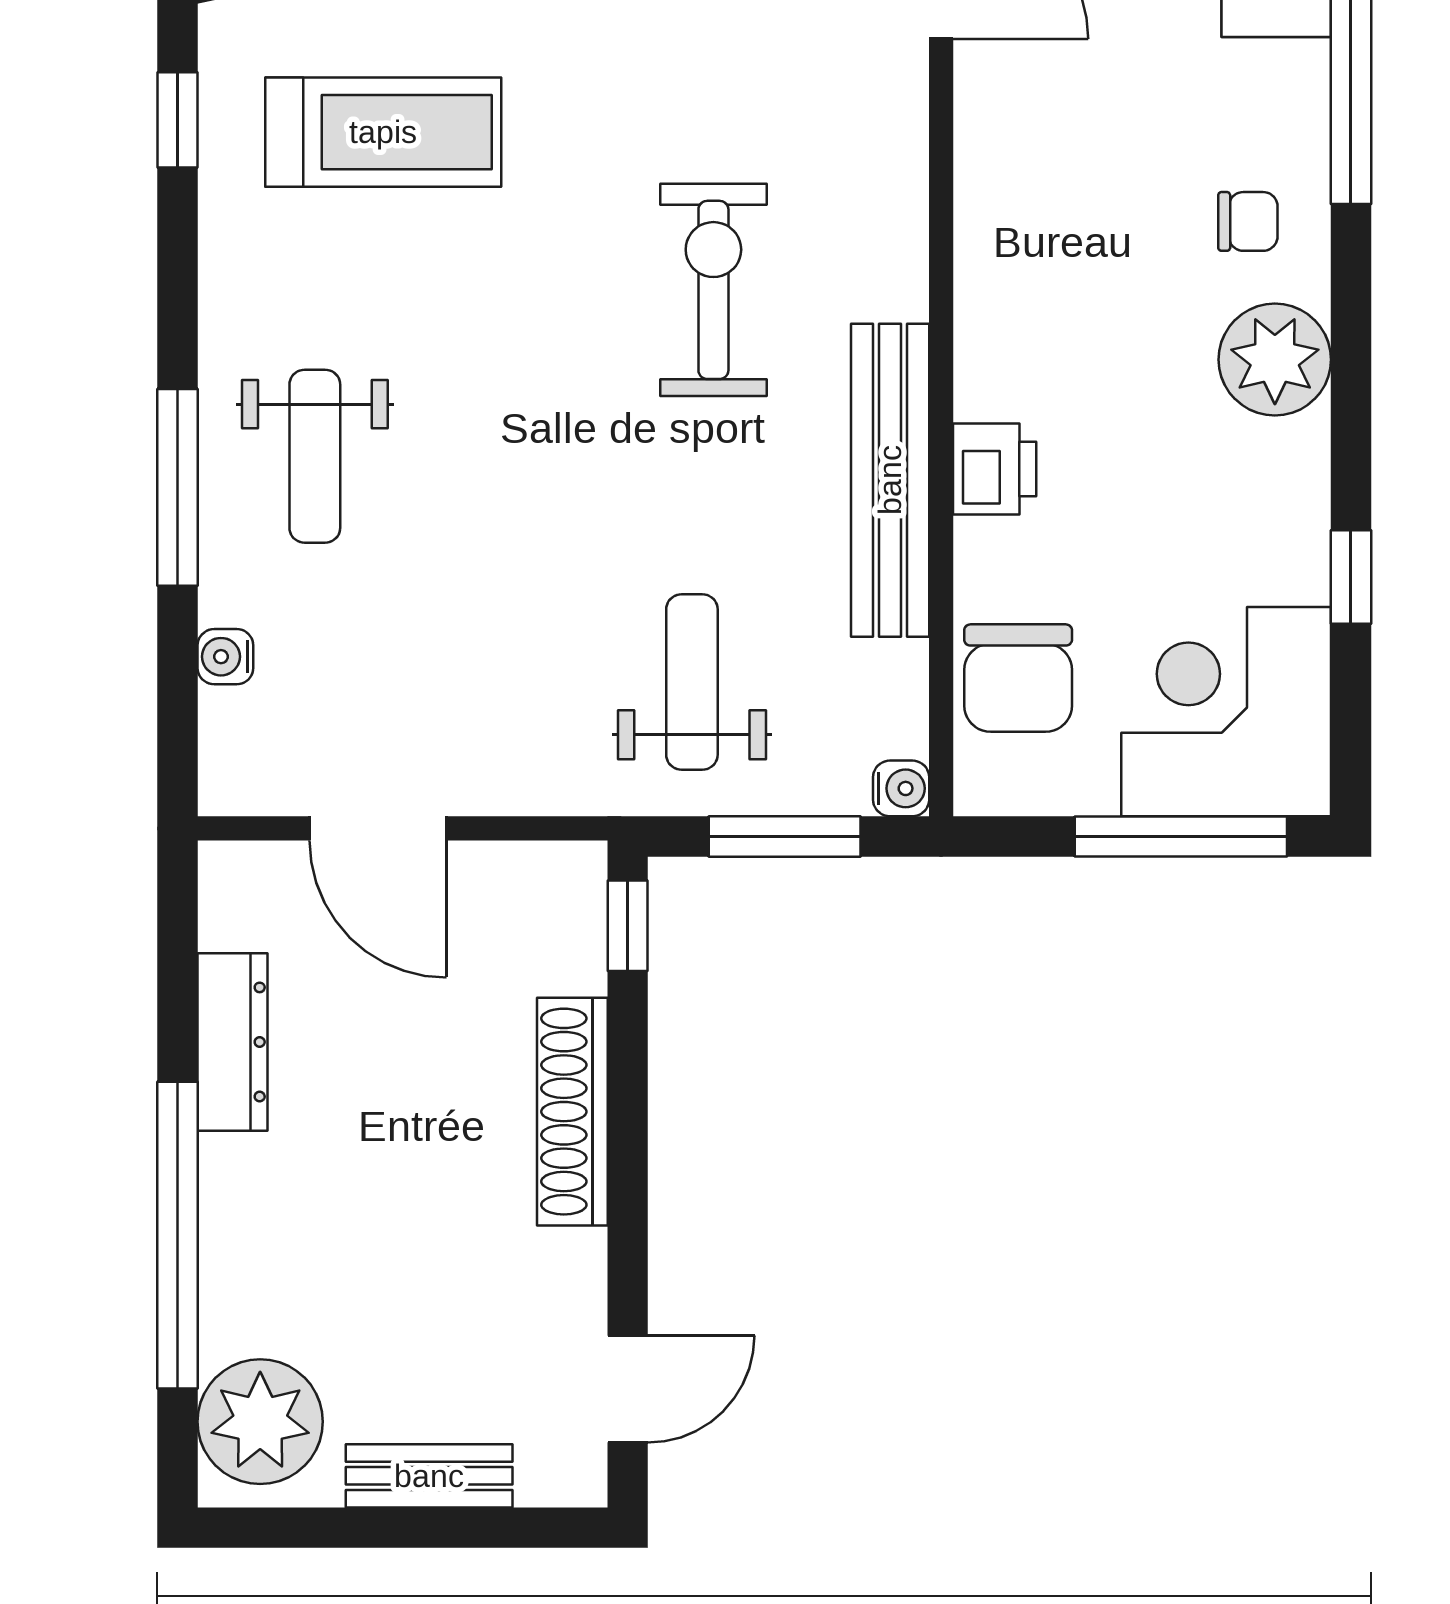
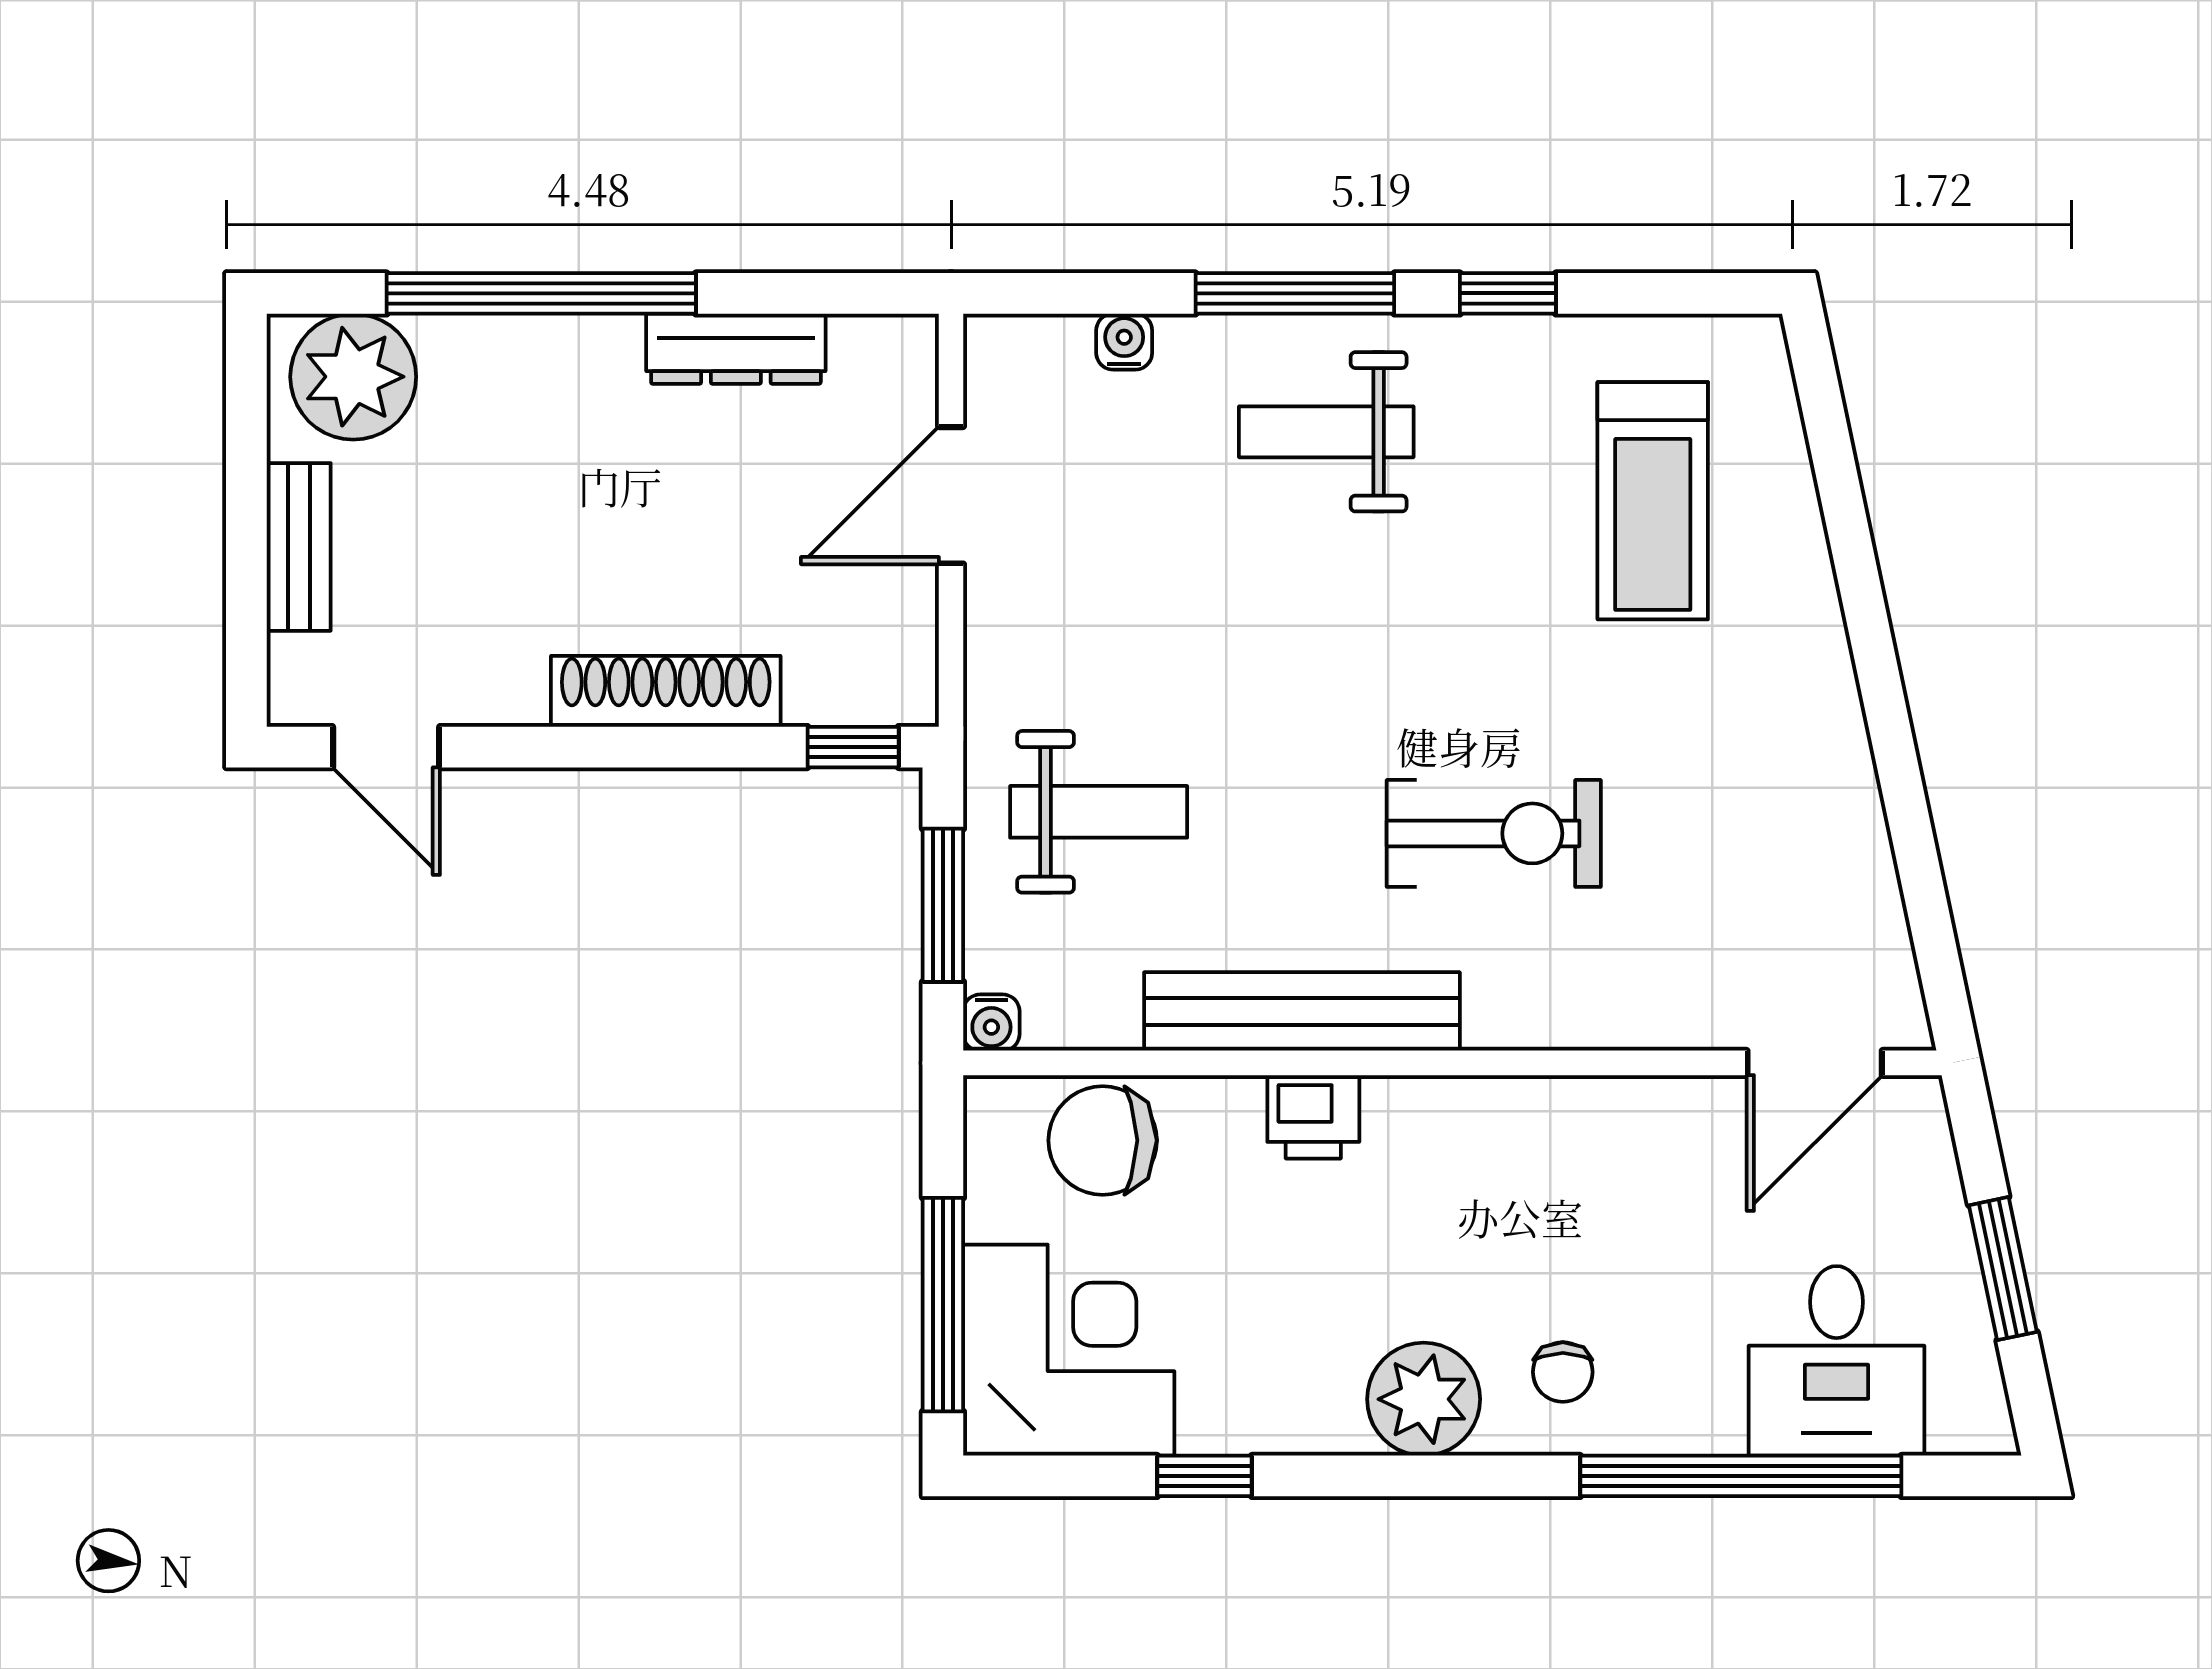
window: (178, 120) -> (1508, 293), moved

